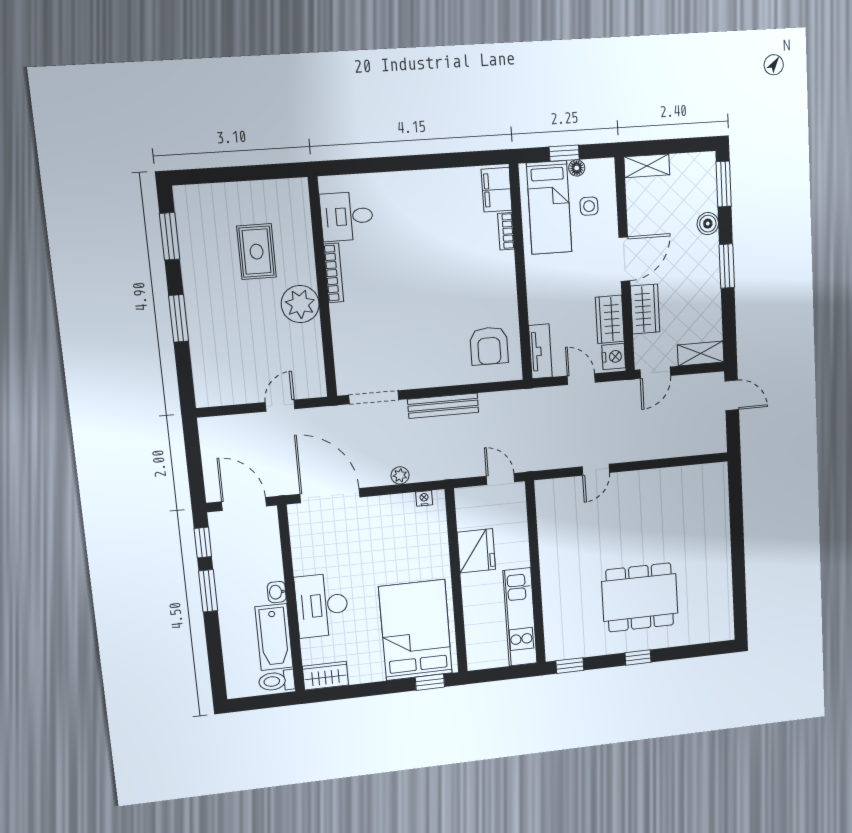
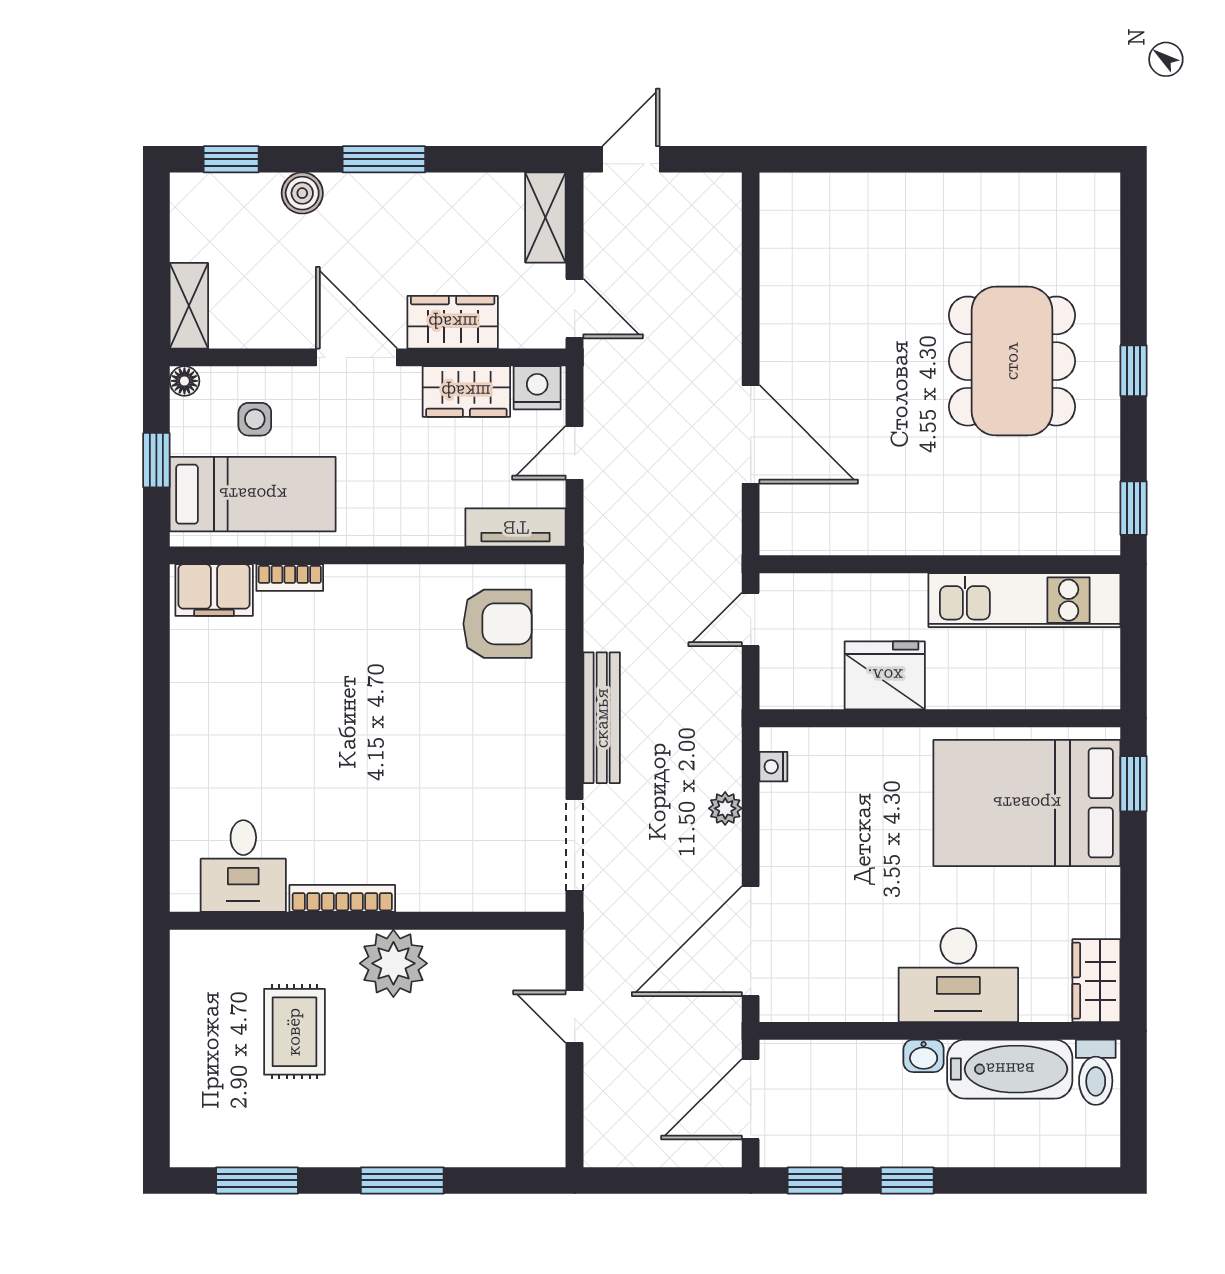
floor lamp: (577, 168) -> (184, 381), moved
window: (724, 184) -> (231, 159), width x0.67
rug: (257, 252) -> (294, 1032), turned 90
door: (596, 470) -> (751, 434), width x1.88
window: (208, 591) -> (907, 1180), width x0.67

